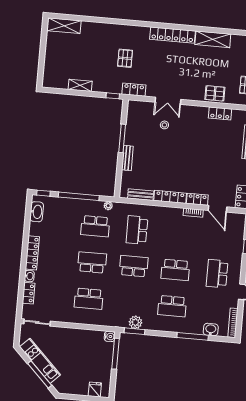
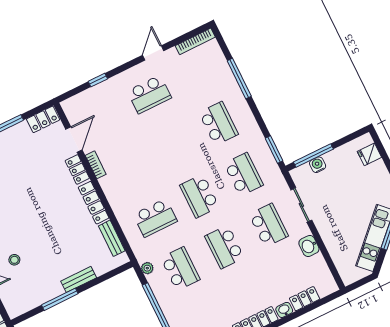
school desk: (175, 270) -> (244, 174), moved
sliding door: (37, 322) -> (301, 205), moved
plant: (135, 322) -> (263, 154), removed
washbasin: (211, 330) -> (309, 246), moved
water cooler: (110, 336) -> (318, 165), moved

